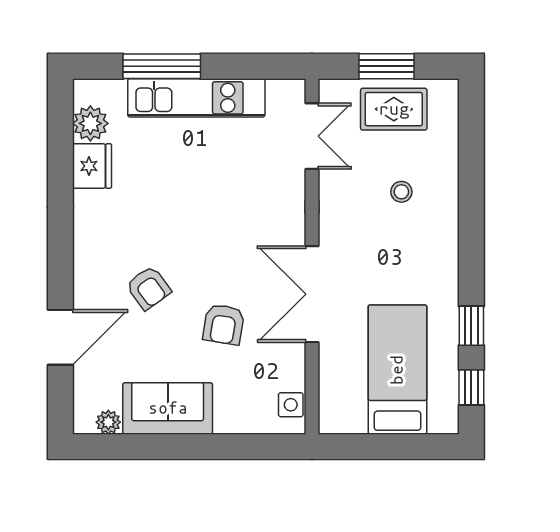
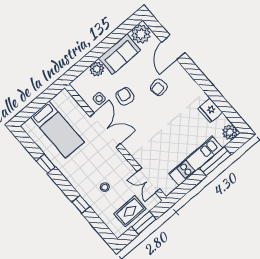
plant: (90, 123) -> (230, 132), moved
armchair: (148, 288) -> (159, 87), turned -63
window: (471, 387) -> (81, 204), moved
side table: (291, 405) -> (99, 99), moved
plant: (232, 417) -> (97, 69), added
plant: (108, 422) -> (141, 34), width x1.88, depth x1.88

